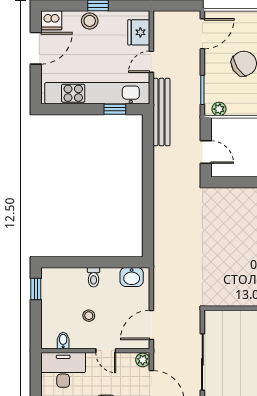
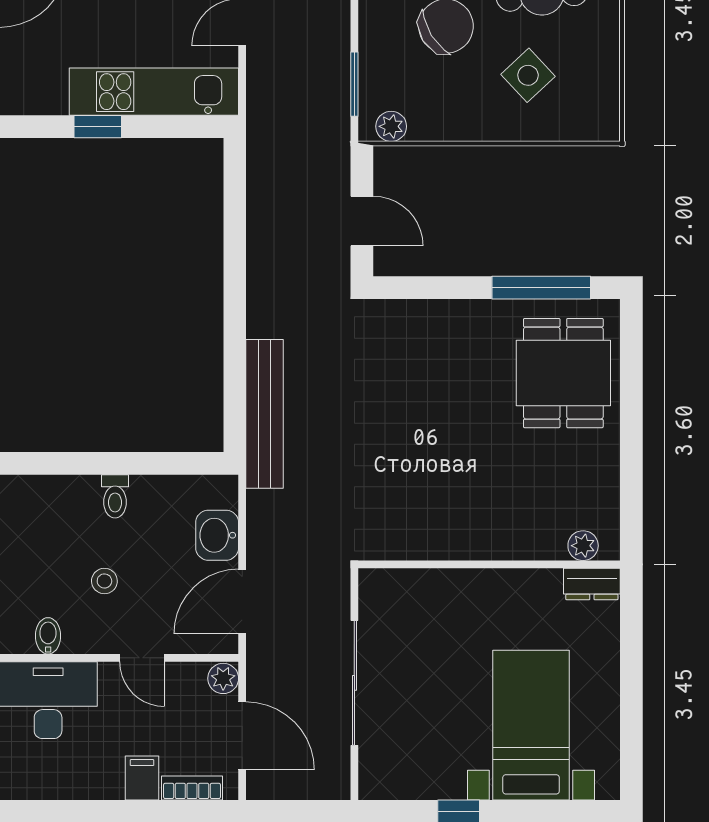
kitchen unit: (97, 93) -> (154, 92), width x0.73
window: (115, 109) -> (98, 127), moved
bench: (161, 112) -> (264, 414), moved
washbasin: (132, 277) -> (217, 535), moved, turned 90

